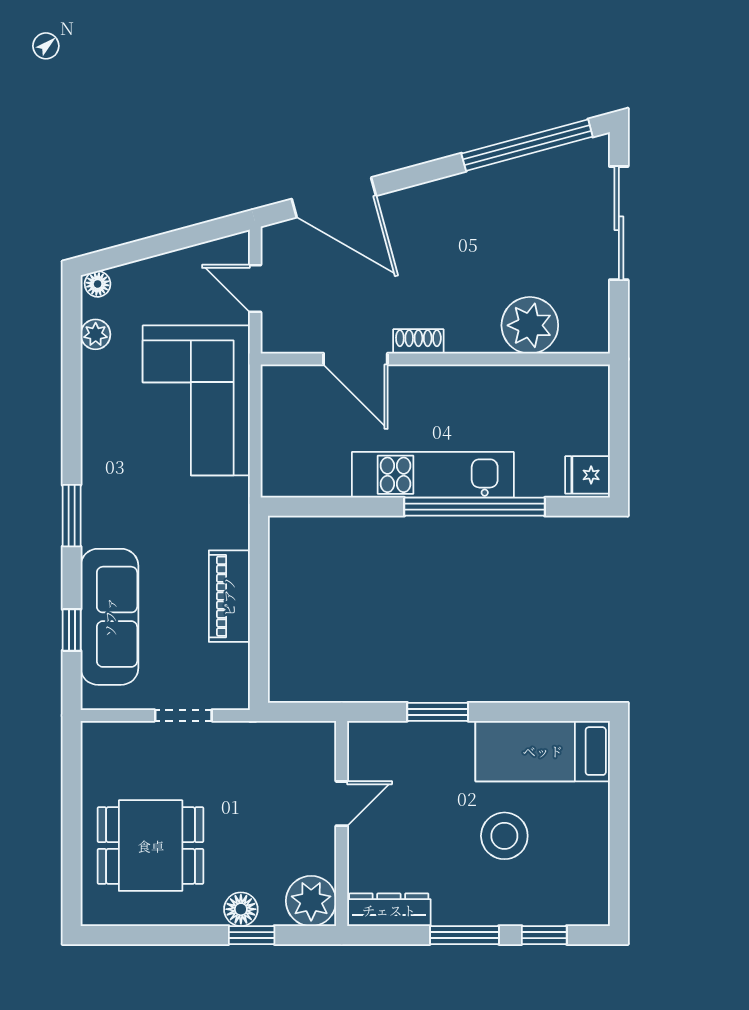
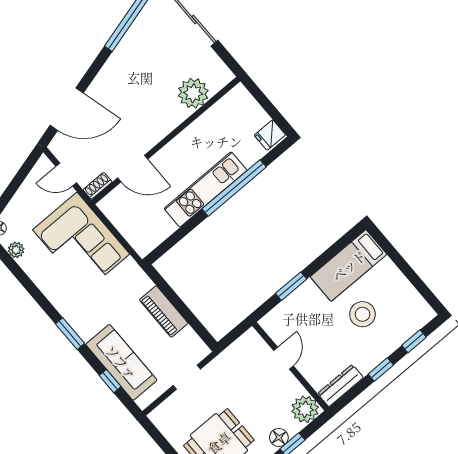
shoe rack: (418, 341) -> (98, 186), moved
window: (464, 935) -> (381, 369), width x0.67

